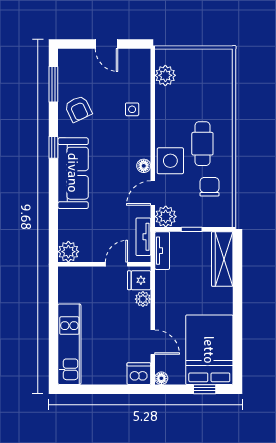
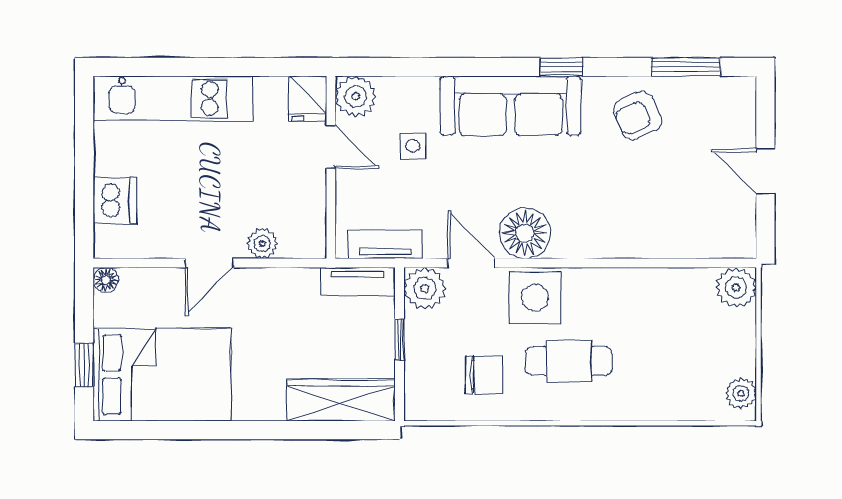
door: (107, 44) -> (765, 172), hinge flipped
plant: (219, 56) -> (741, 393), added
plant: (165, 75) -> (736, 288), moved
side table: (132, 109) -> (413, 146), moved
floor lamp: (144, 166) -> (525, 233), width x1.89, depth x1.89
door: (116, 264) -> (331, 147), moved
fridge: (139, 280) -> (308, 99), moved, turned 180
door: (153, 342) -> (209, 263), moved
dishwasher: (139, 374) -> (115, 201), moved

